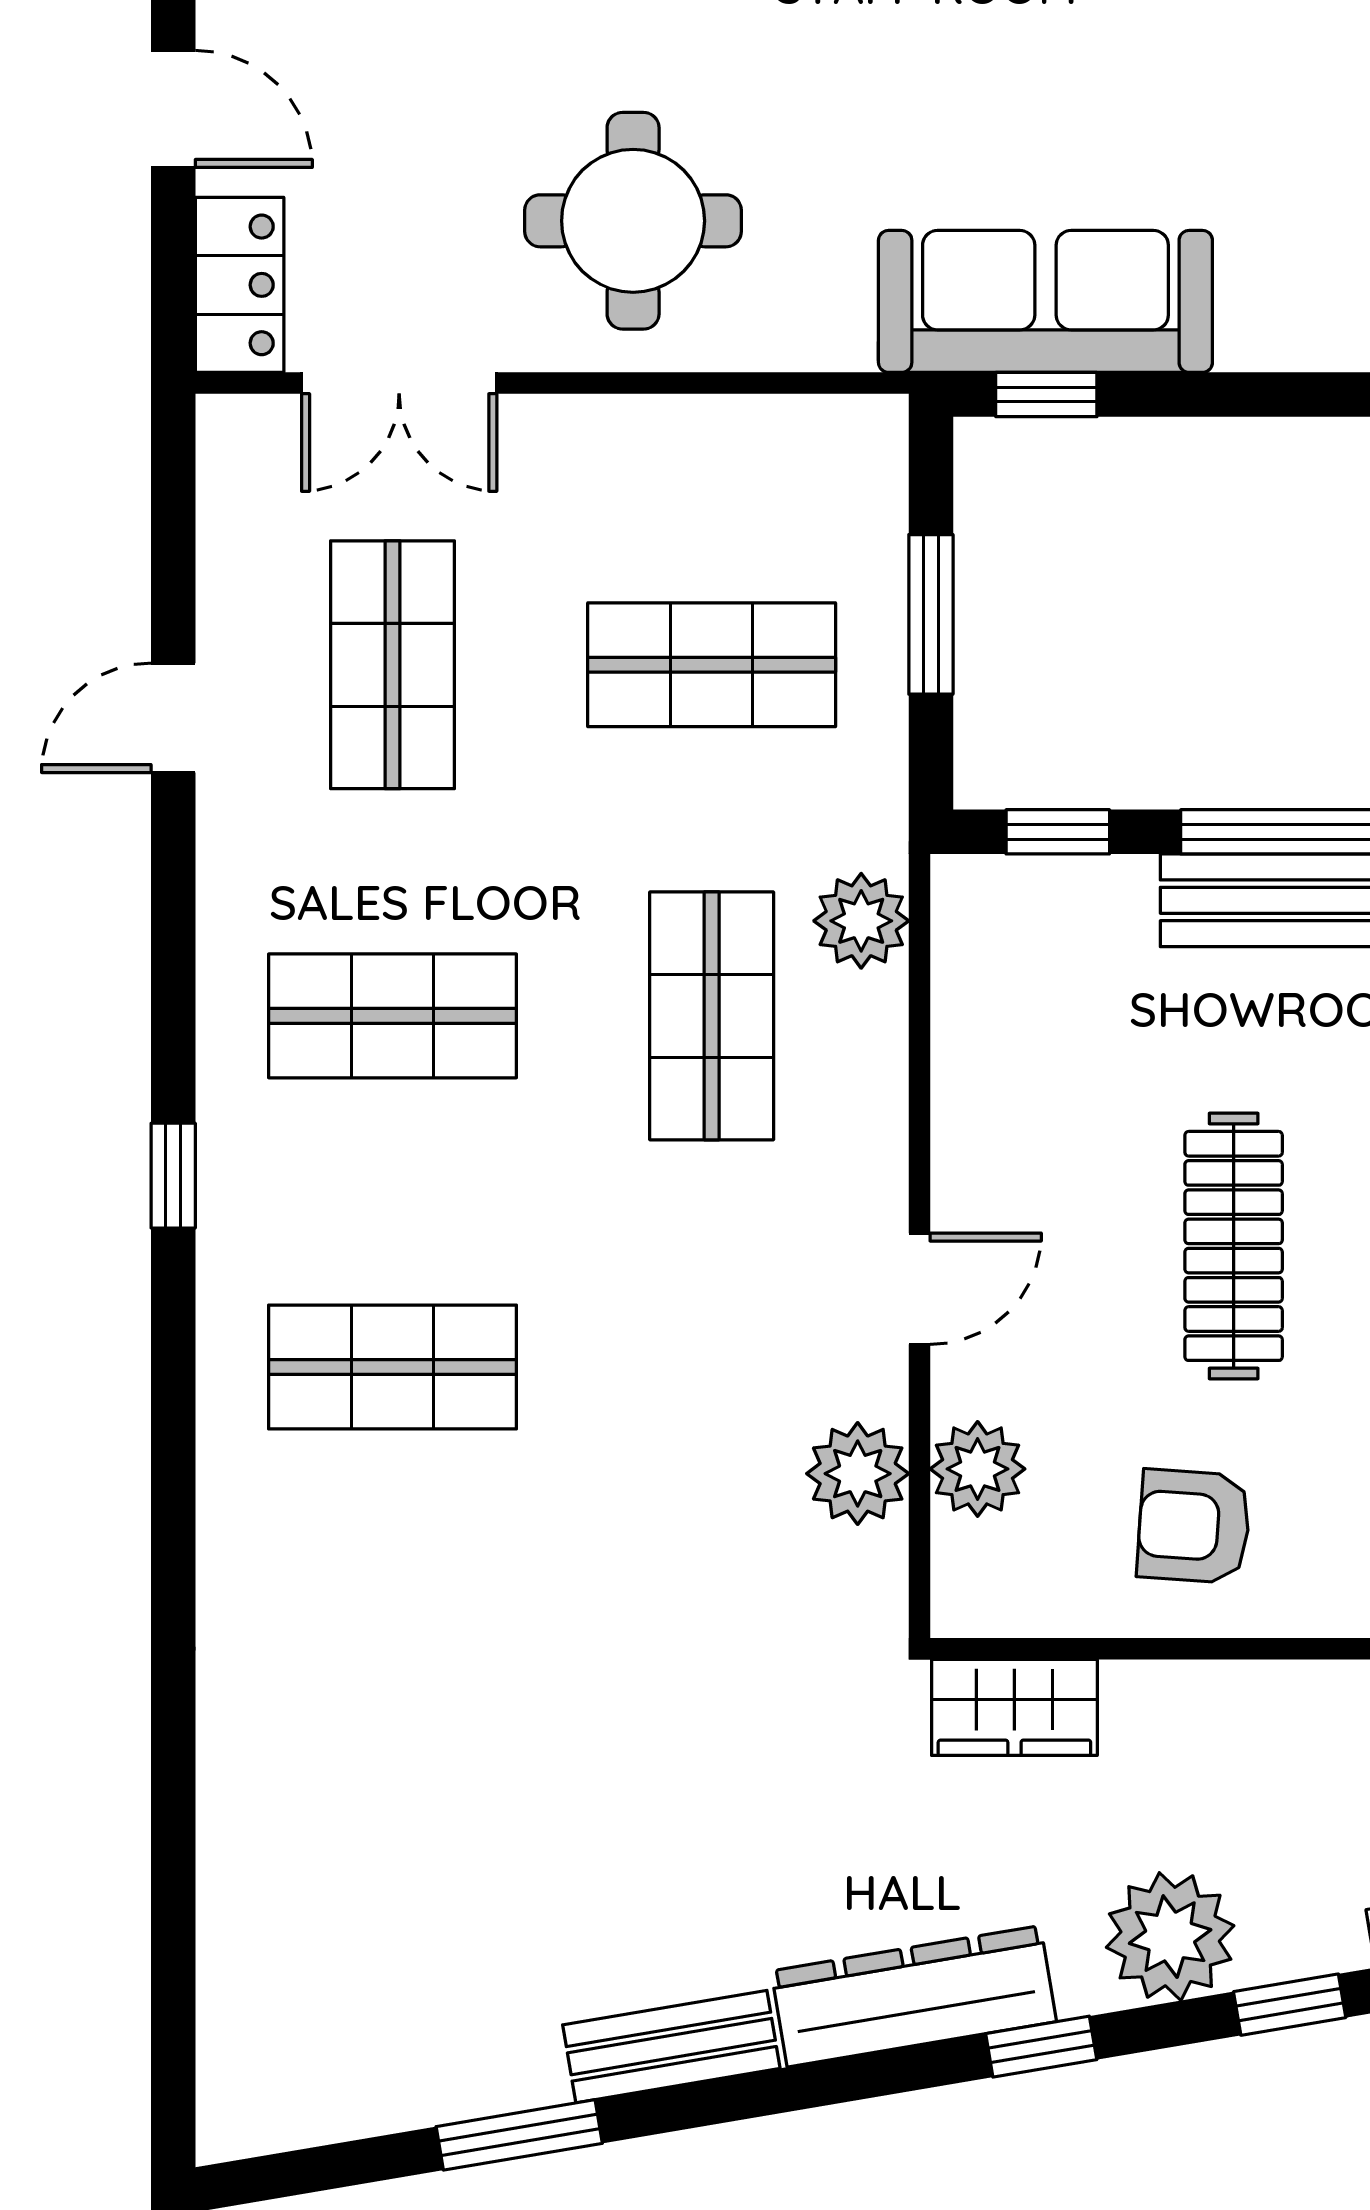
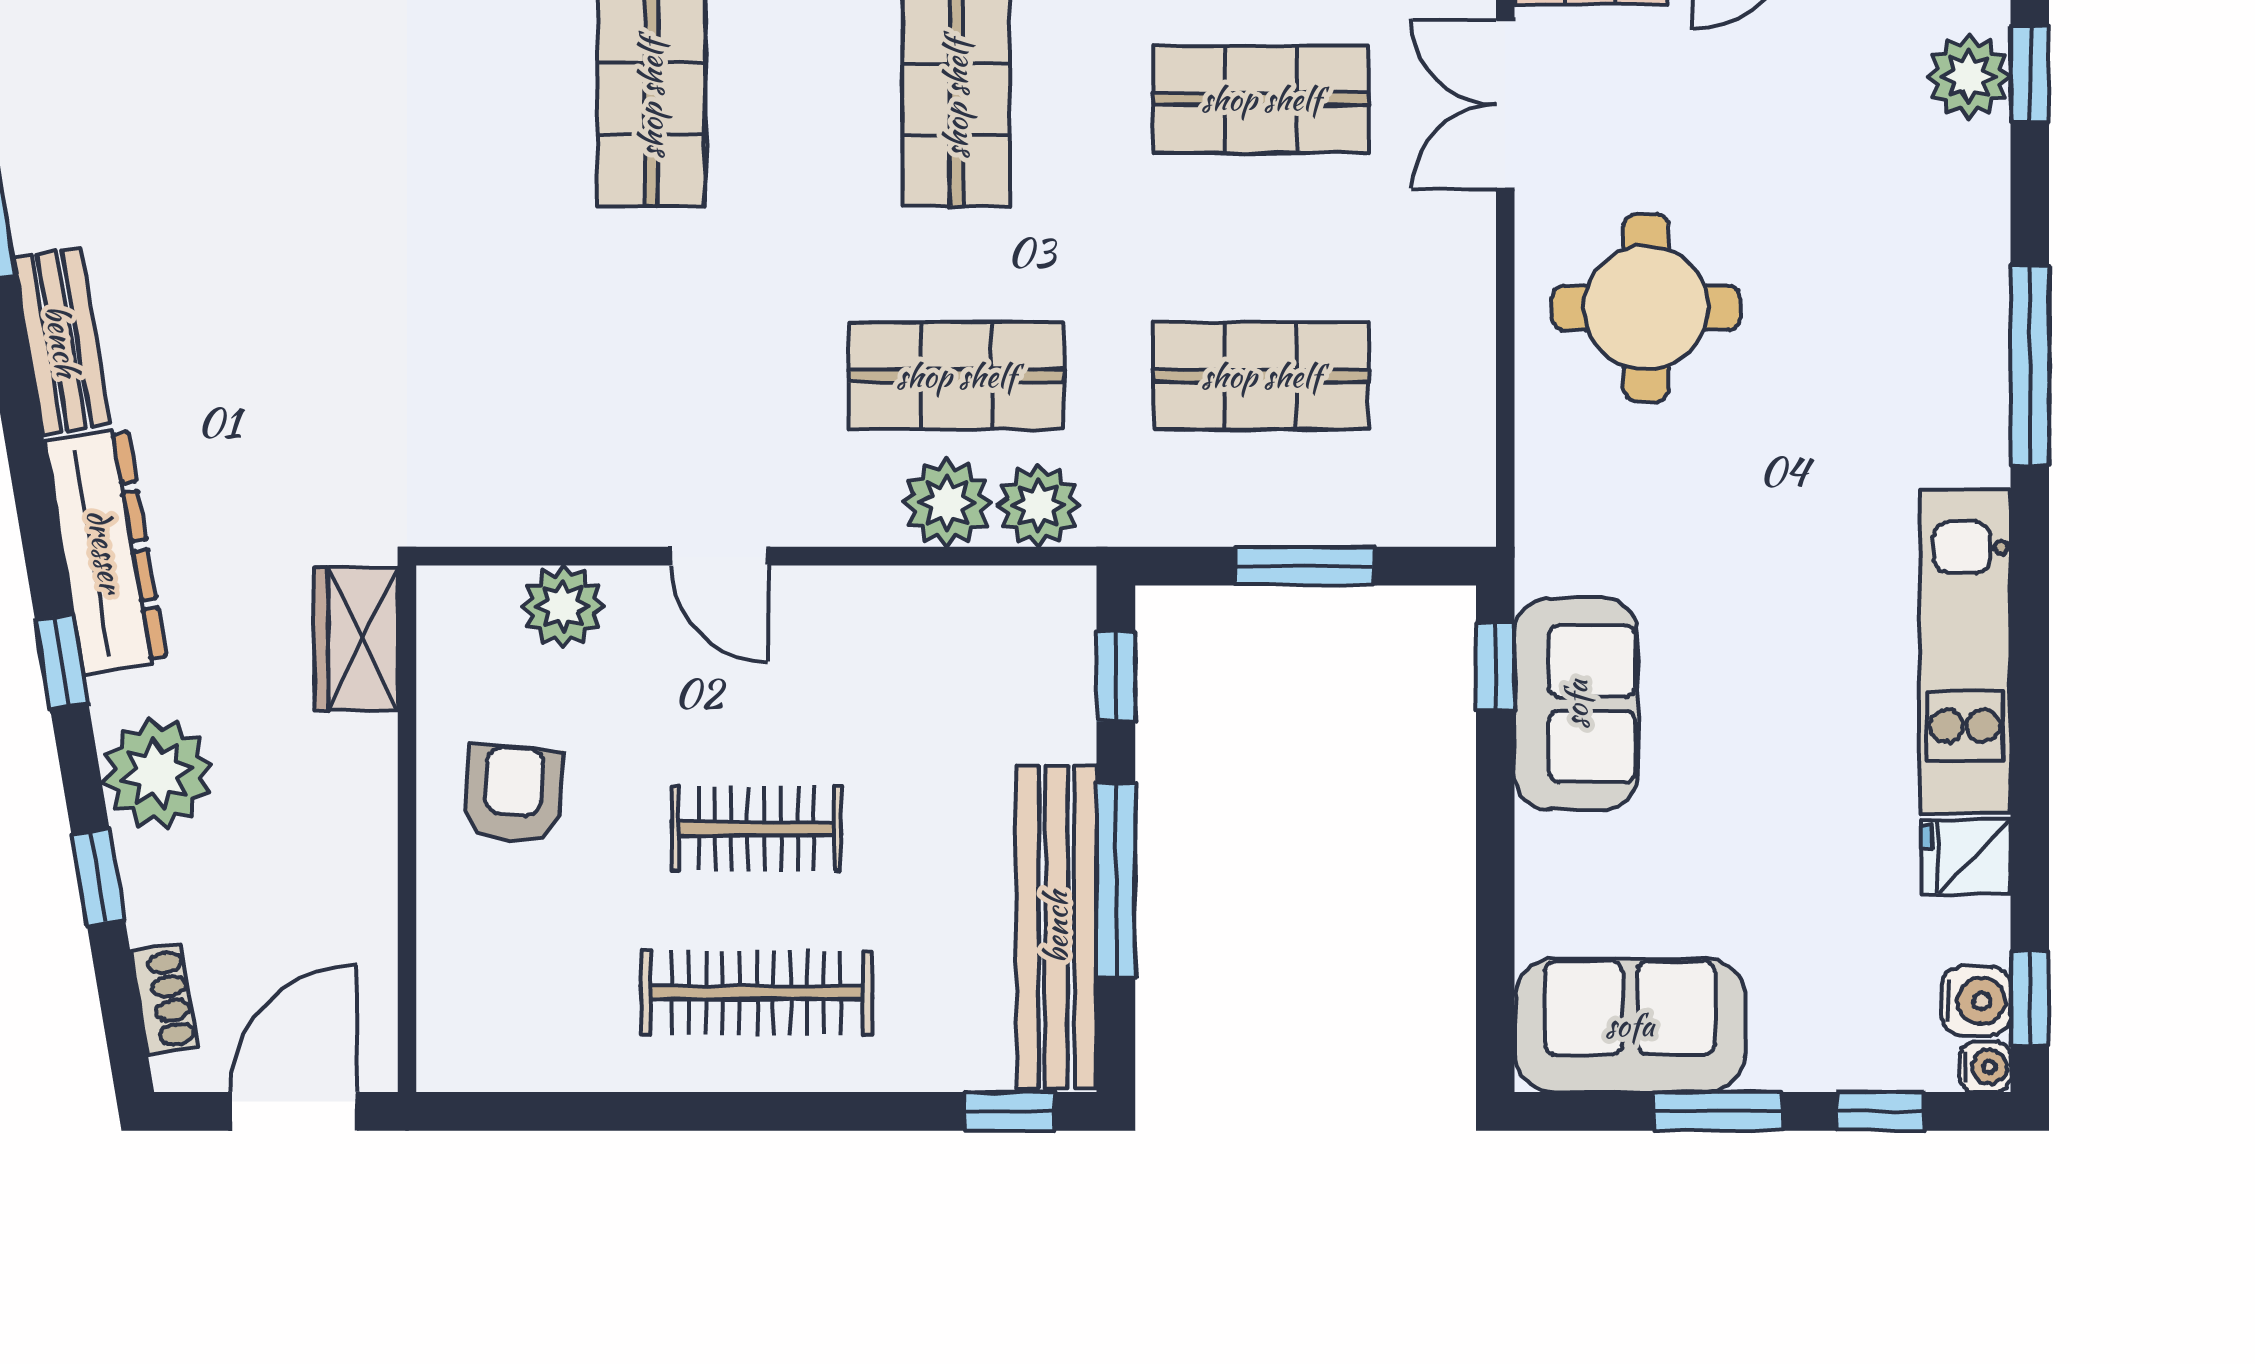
sofa: (1045, 301) -> (1576, 704), width x0.73
shop shelf: (712, 665) -> (1261, 376), turned 90
clothes rail: (1234, 1246) -> (756, 829), width x0.73
plant: (858, 1474) -> (947, 503), moved

